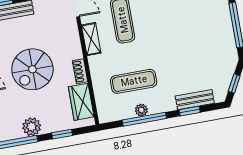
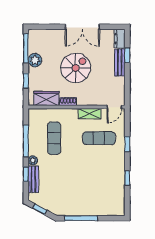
spiral stairs: (32, 69) -> (76, 68), turned 90
plant: (141, 110) -> (33, 160), moved

